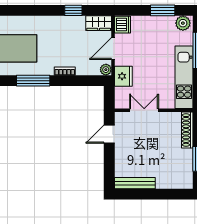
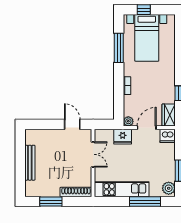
door: (113, 49) -> (147, 128), hinge flipped
window: (33, 81) -> (119, 48), moved
bench: (135, 183) -> (30, 163), moved

